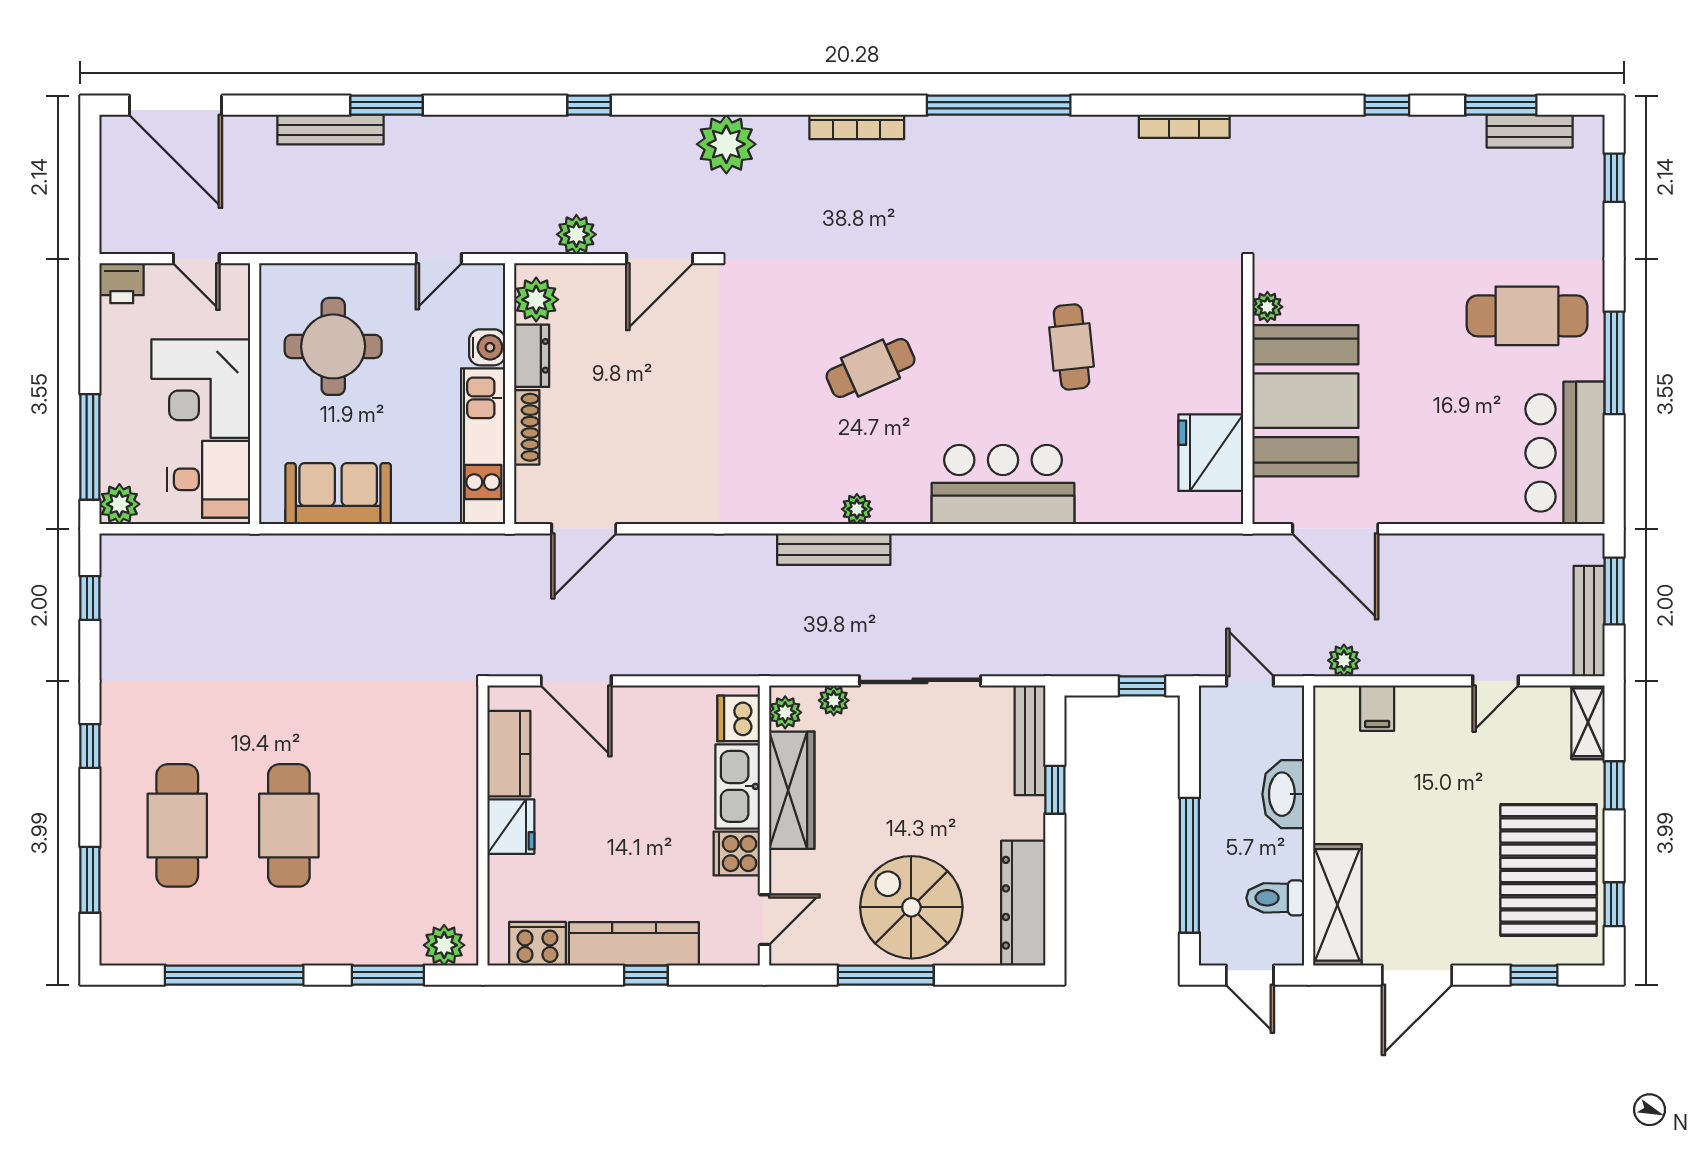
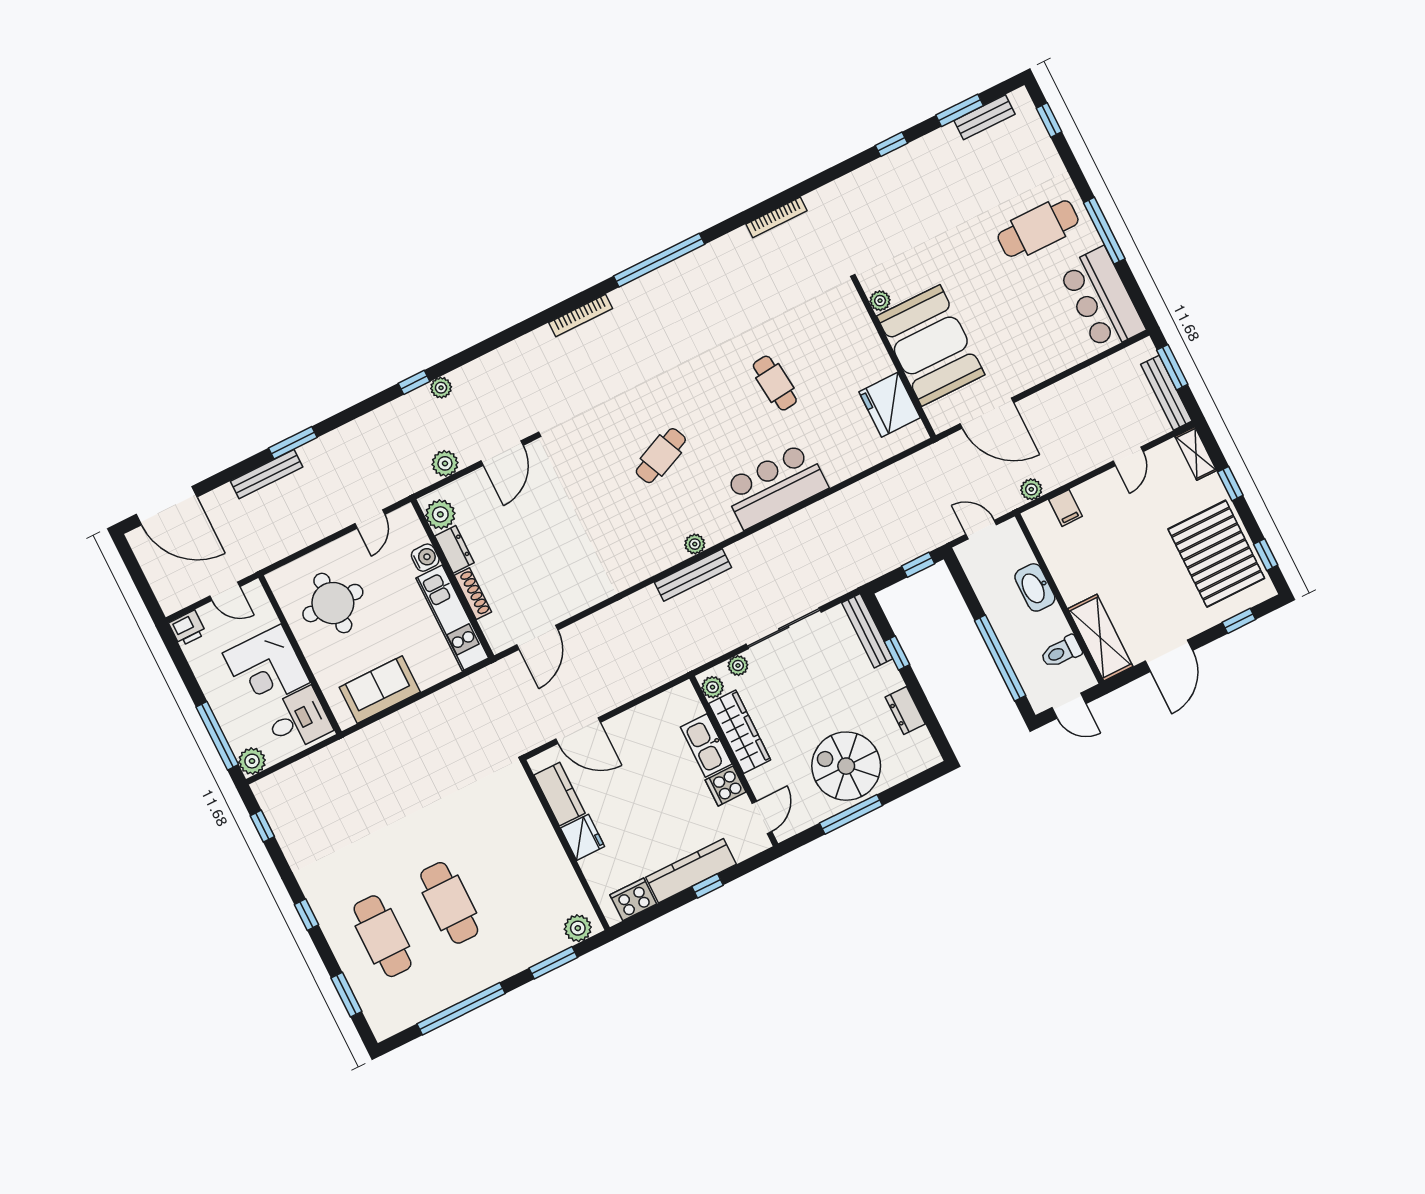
plant: (726, 144) -> (441, 388), moved, width x0.53, depth x0.53
dishwasher: (739, 718) -> (686, 705), removed
dresser: (1023, 903) -> (905, 710), width x0.51, depth x0.80

